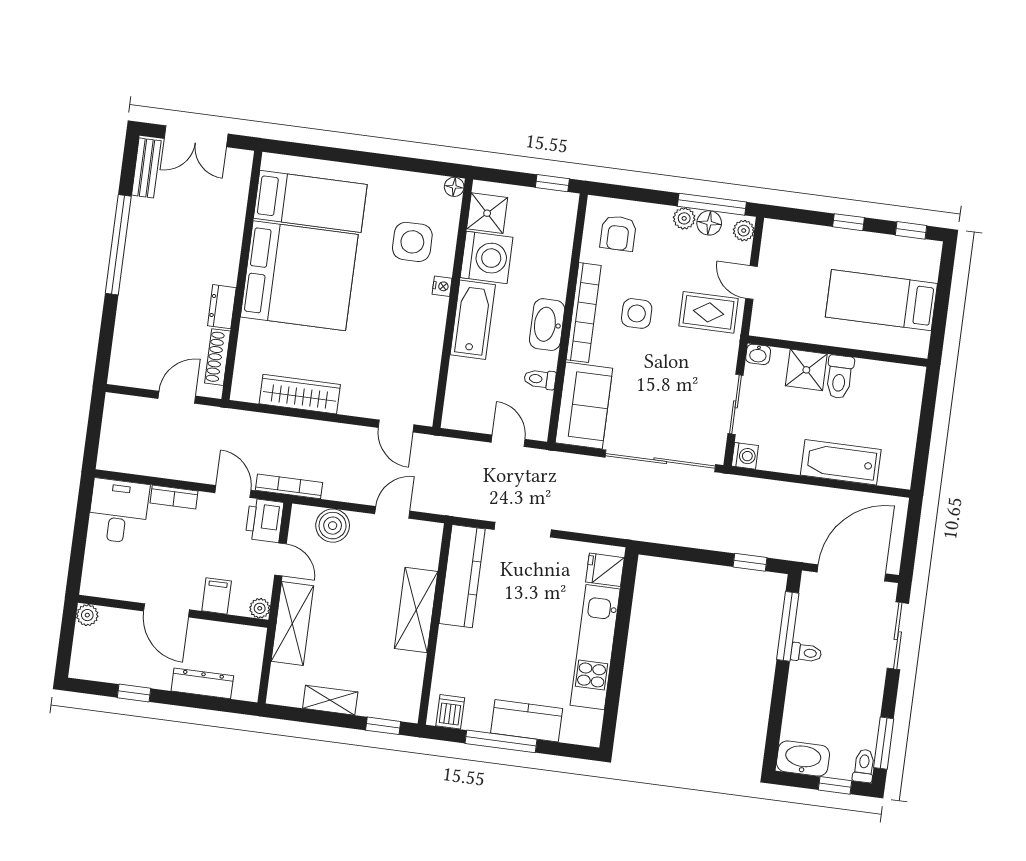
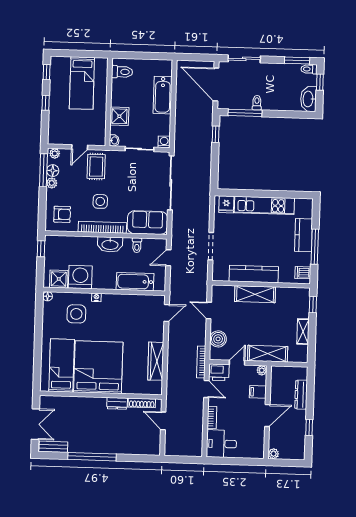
bathtub: (473, 320) -> (135, 282), moved
toilet: (839, 377) -> (122, 72), moved
door: (233, 491) -> (206, 389), swing flipped
kitchen counter: (462, 576) -> (254, 274), moved

